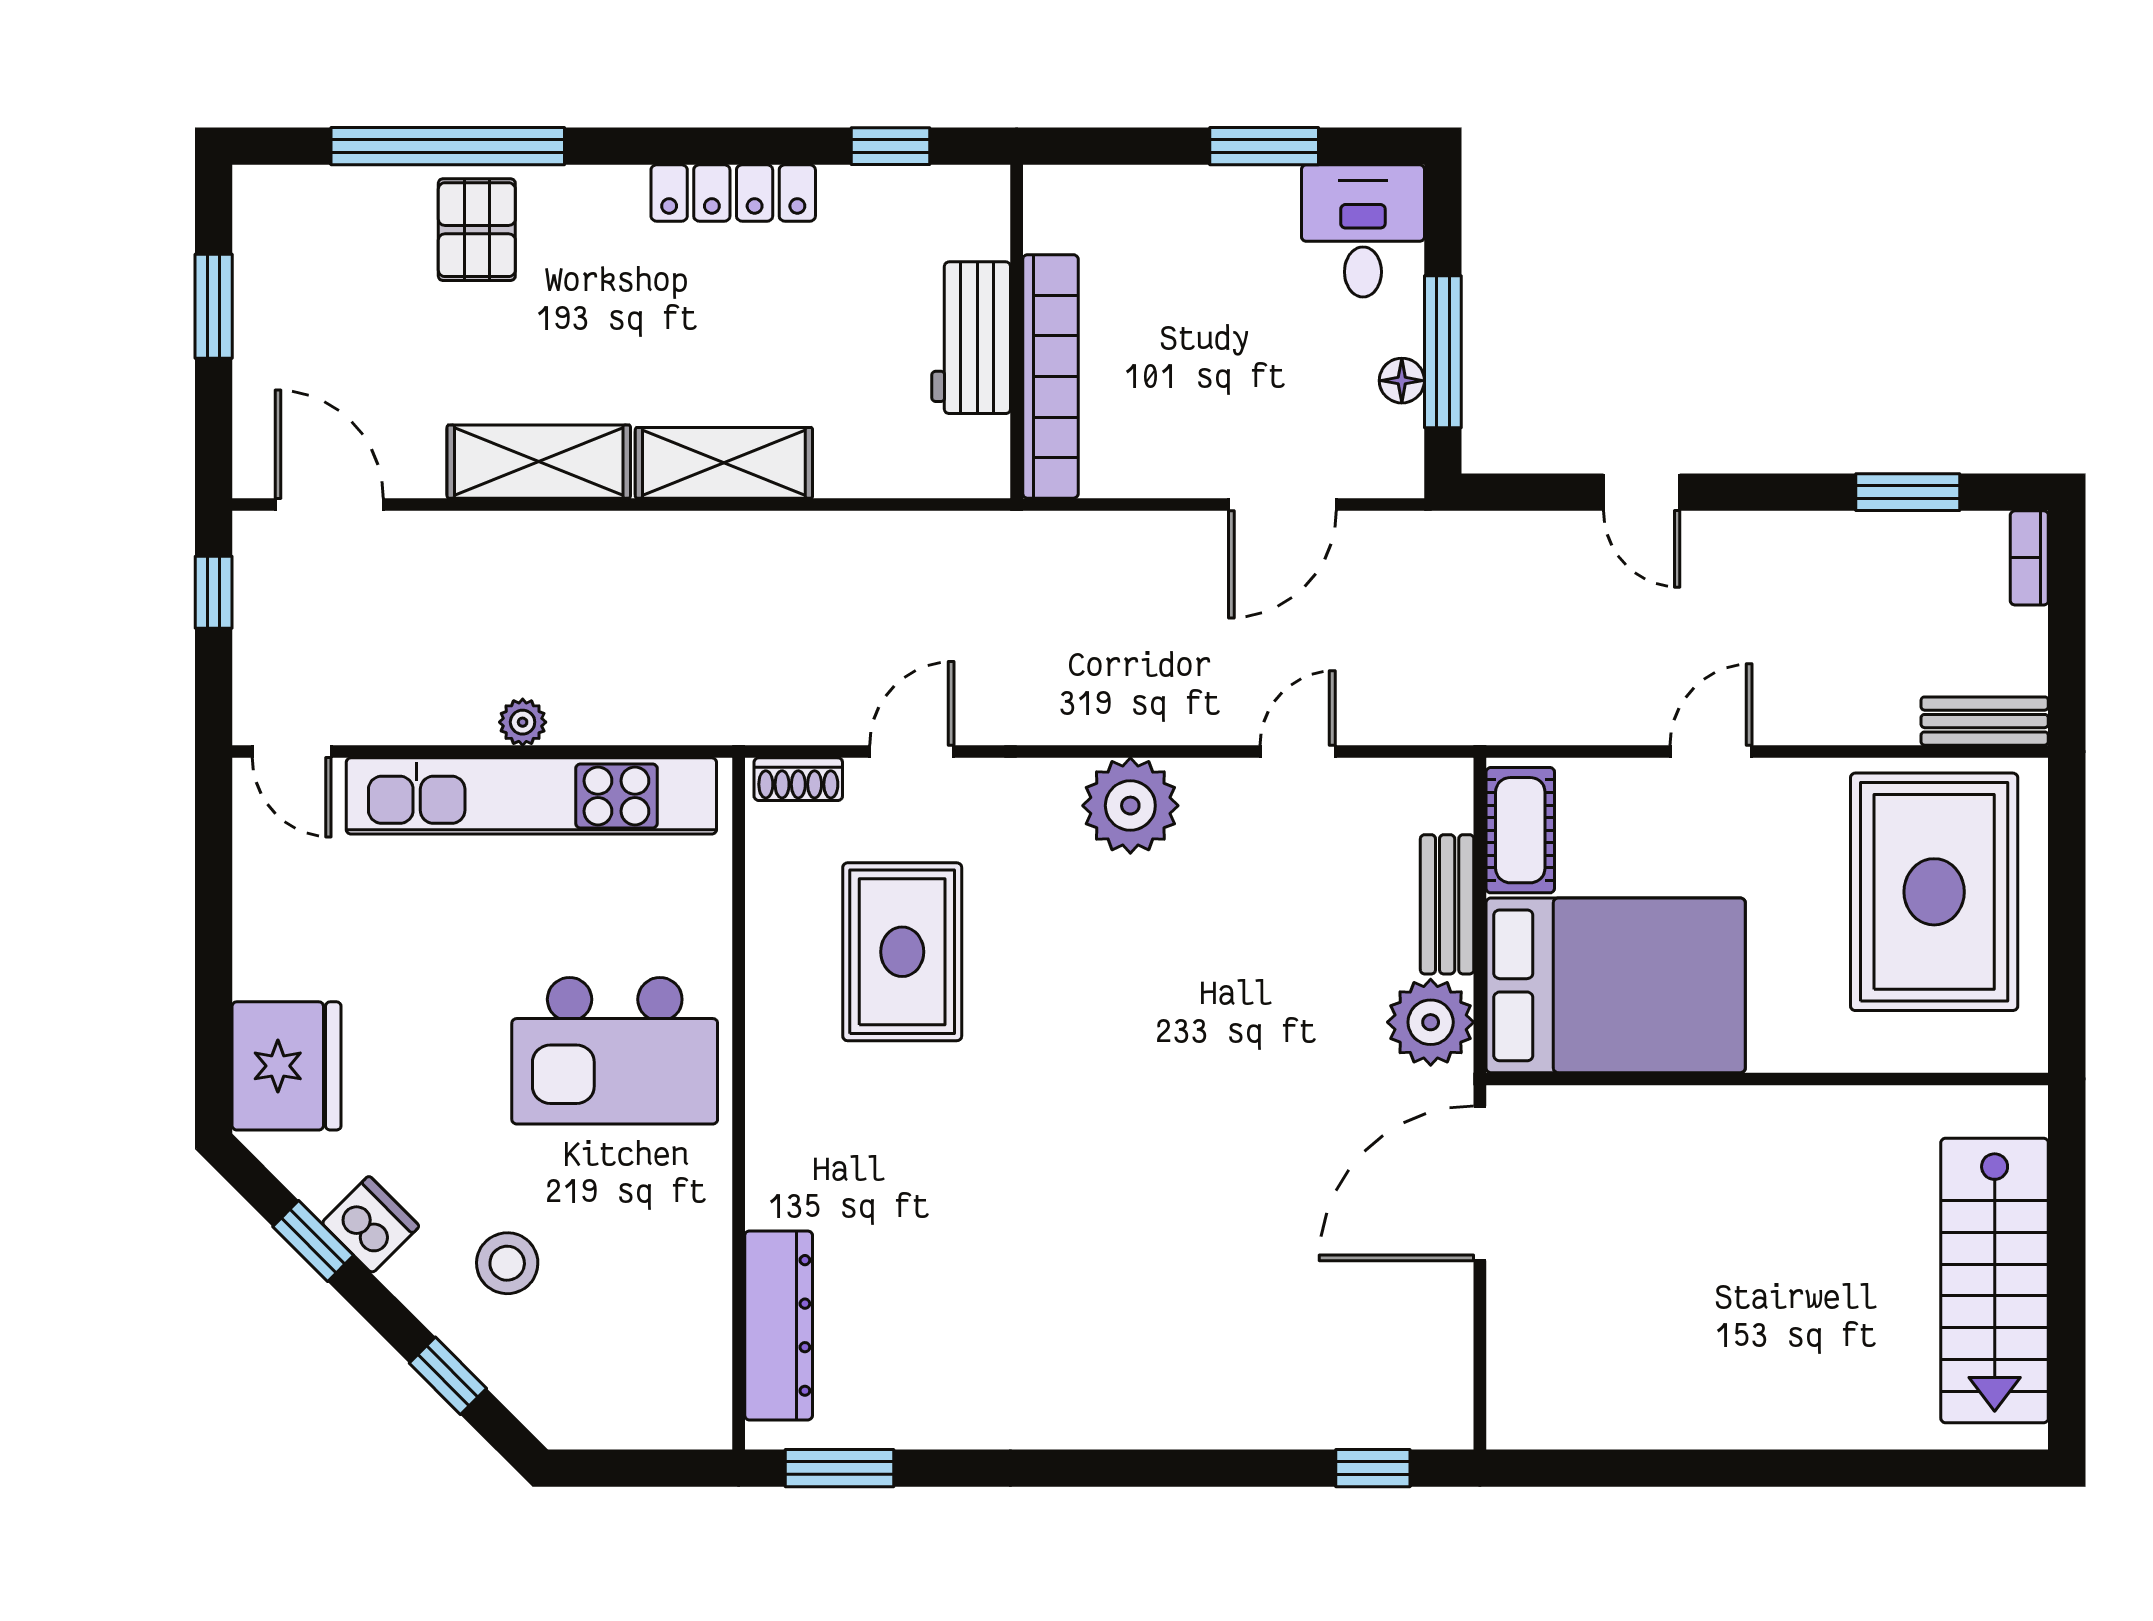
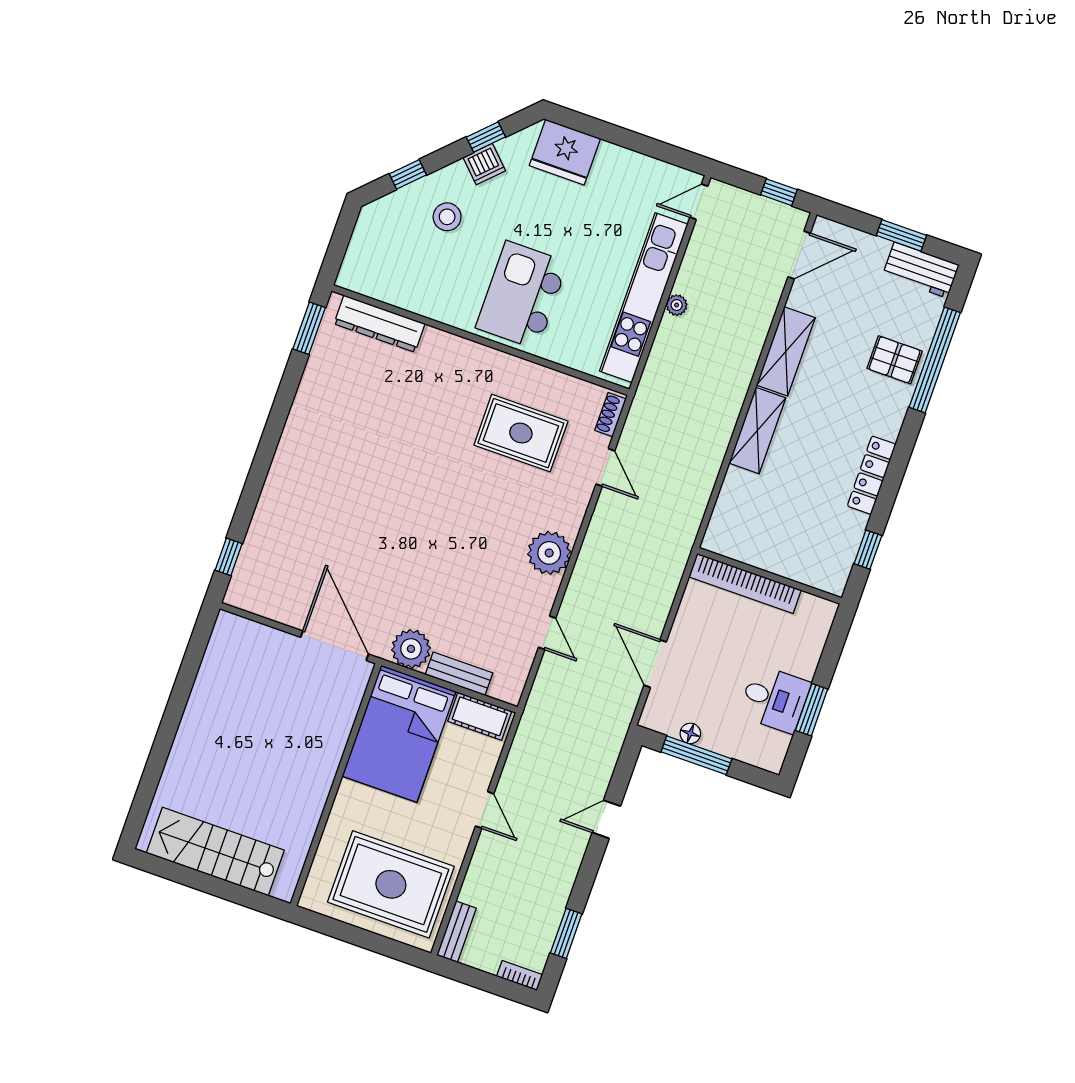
desk: (1363, 231) -> (775, 699), moved
workbench: (971, 338) -> (921, 270), moved, turned 180

